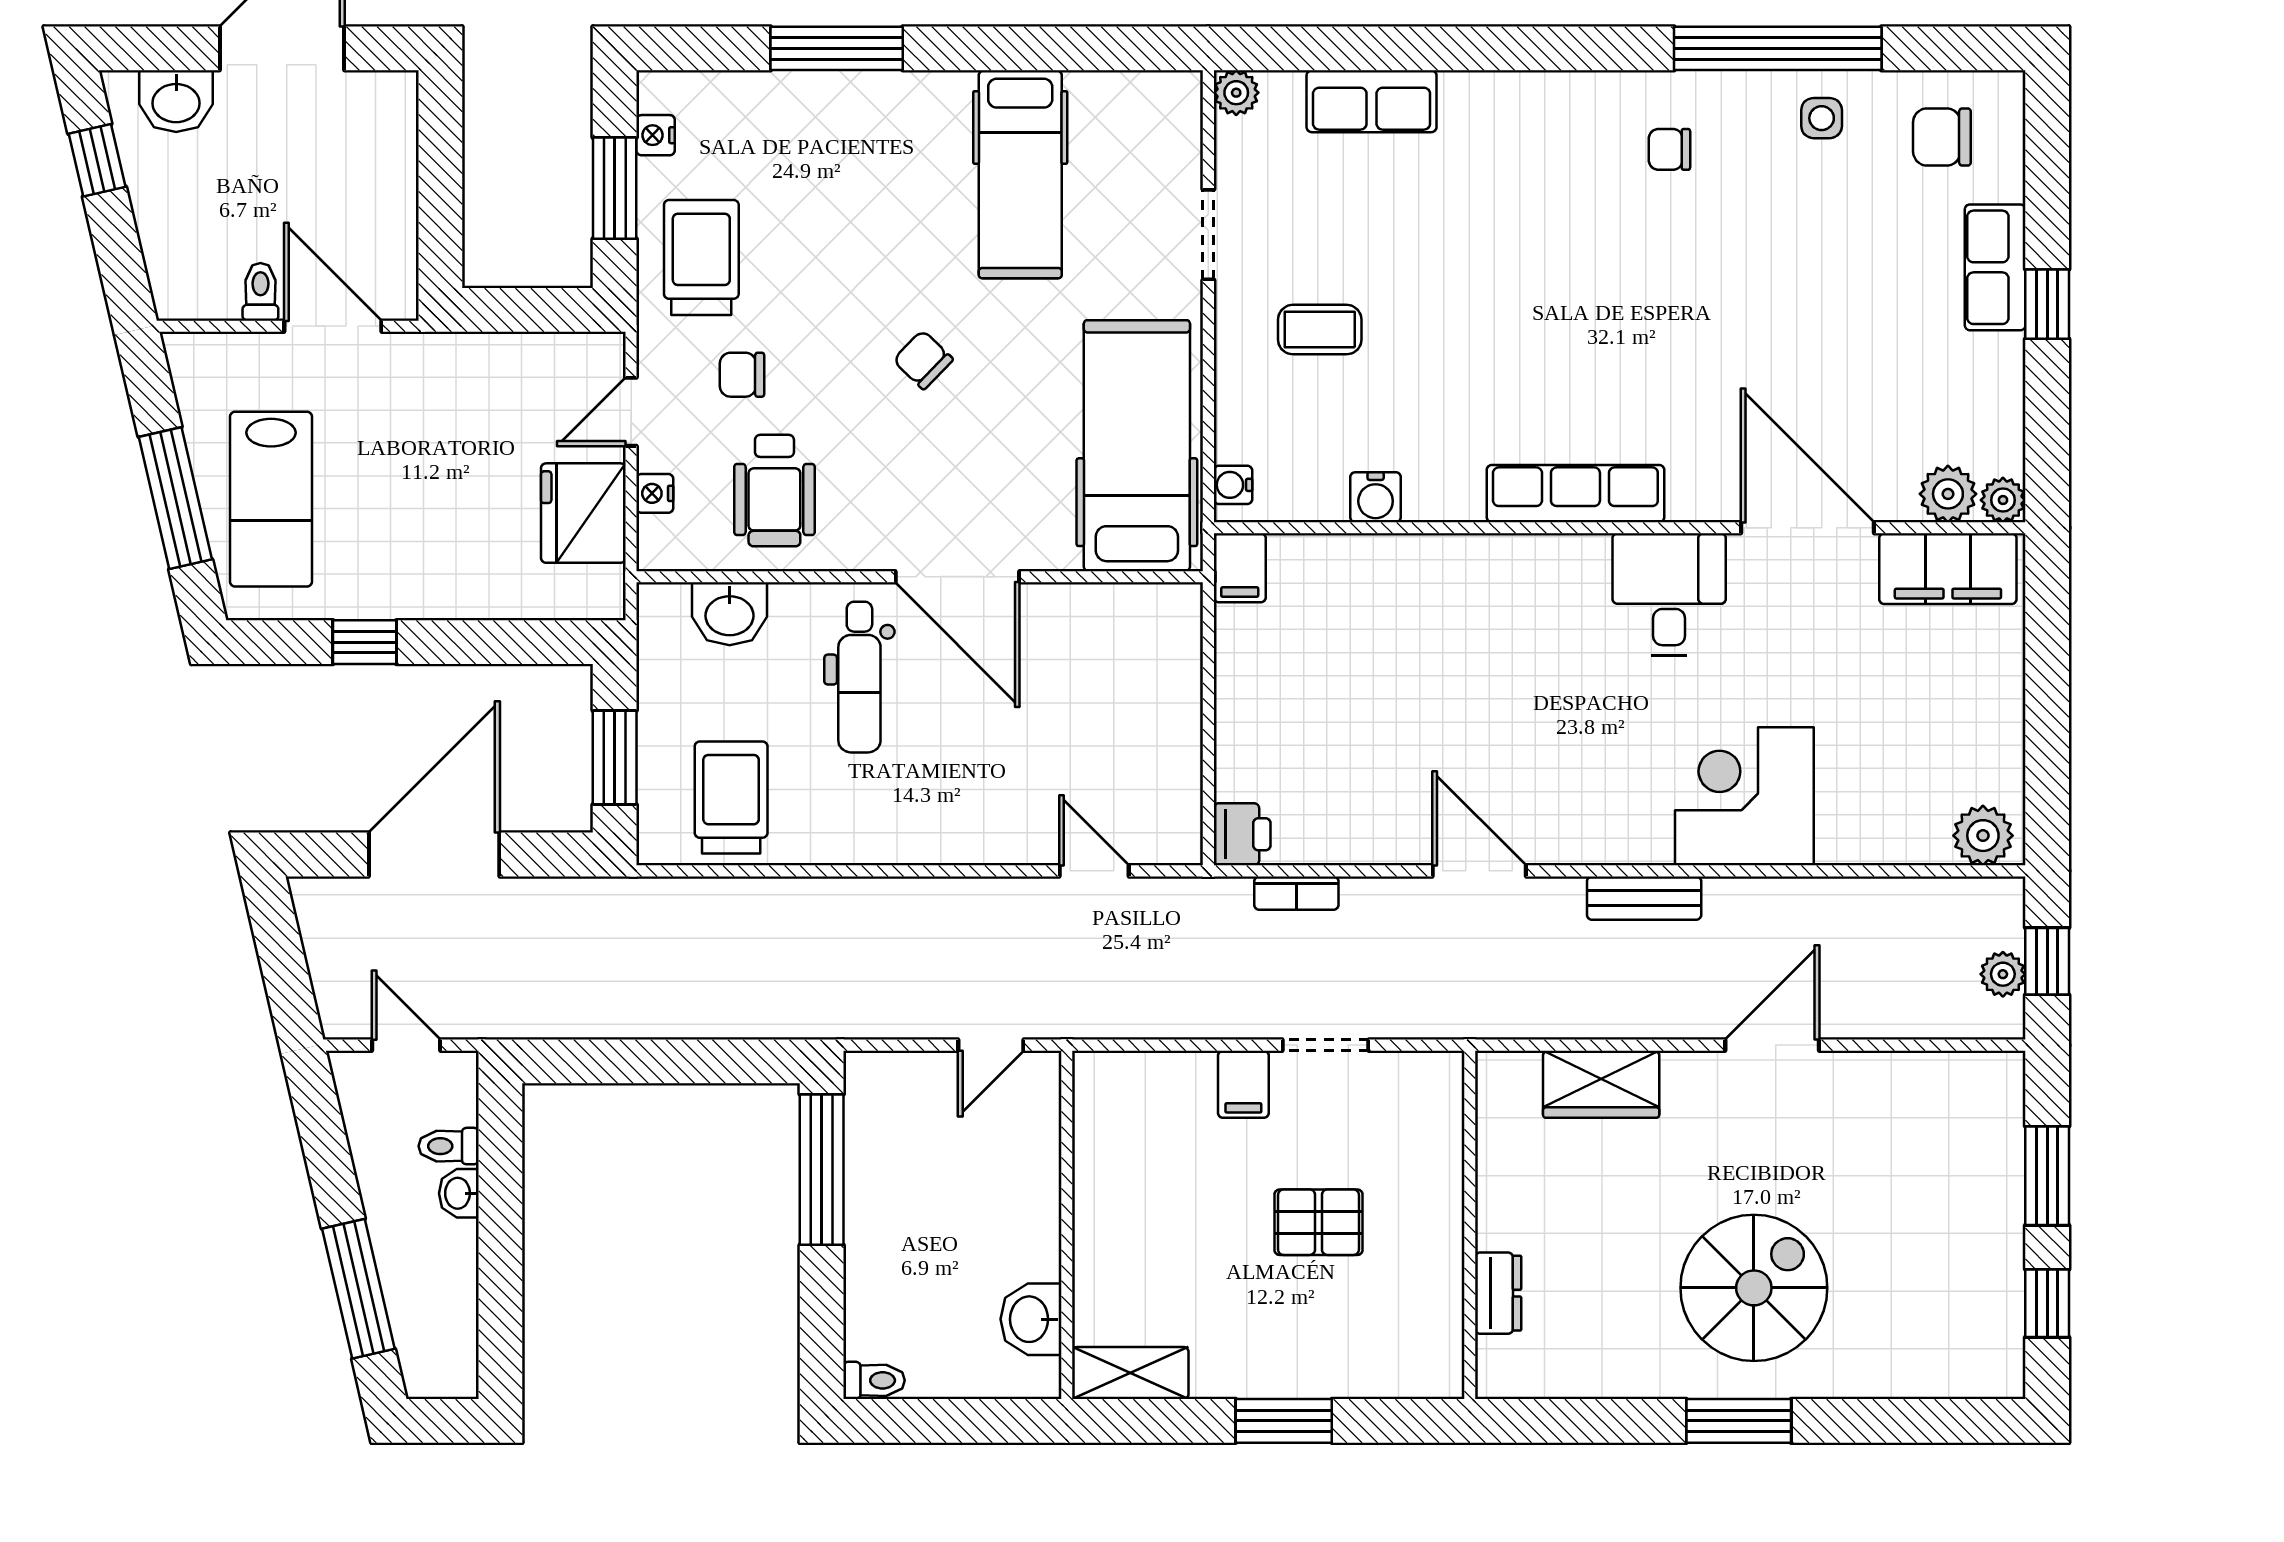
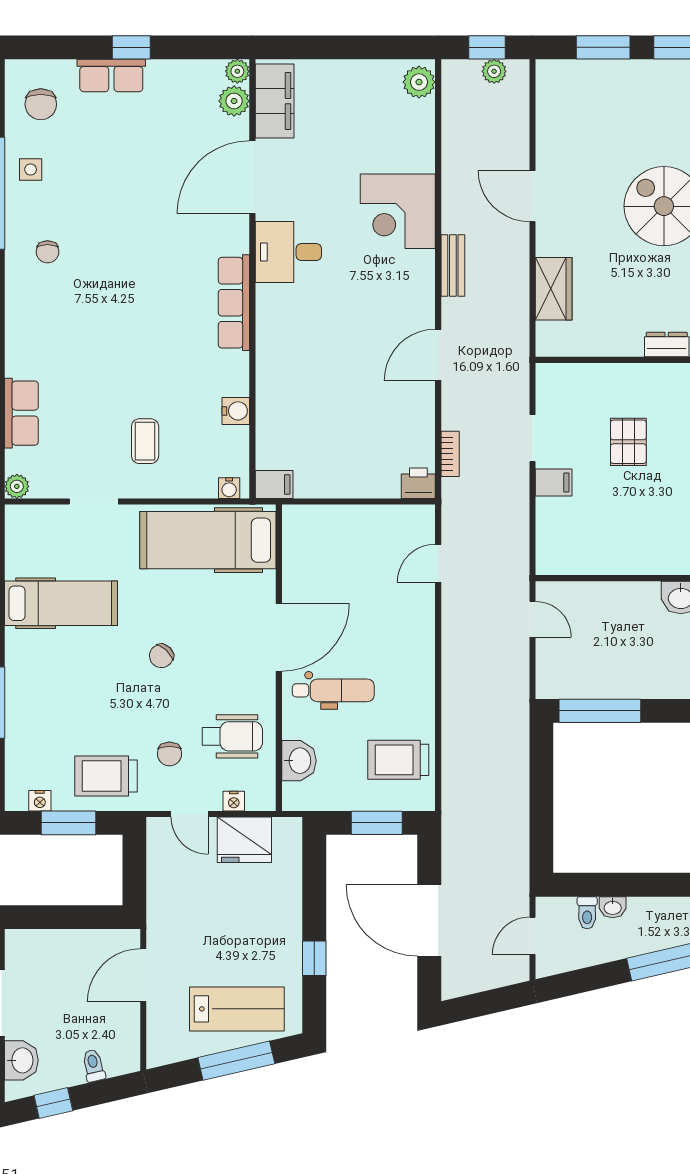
toilet: (260, 292) -> (94, 1066), moved, turned 77

